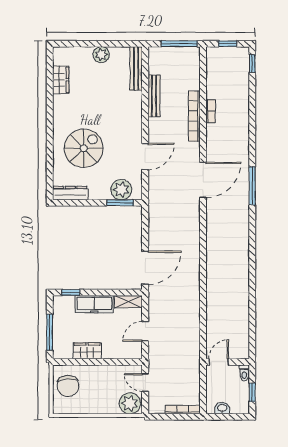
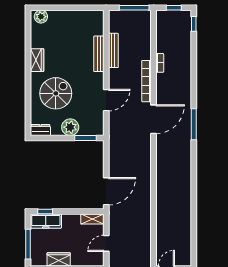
plant: (101, 55) -> (41, 17), moved
bench: (136, 68) -> (99, 54), moved
wardrobe: (61, 80) -> (37, 60), moved
bookcase: (194, 116) -> (146, 81), moved
plant: (121, 190) -> (70, 127), moved
dresser: (70, 193) -> (40, 130), width x0.70
freezer: (94, 304) -> (46, 221), moved

